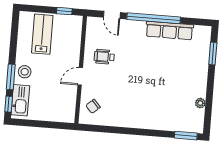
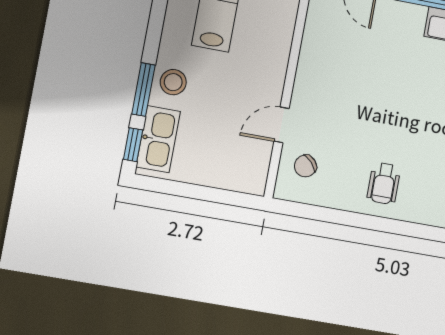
wheelchair: (104, 57) -> (384, 184), moved, turned -90
door: (80, 76) -> (282, 125), moved

